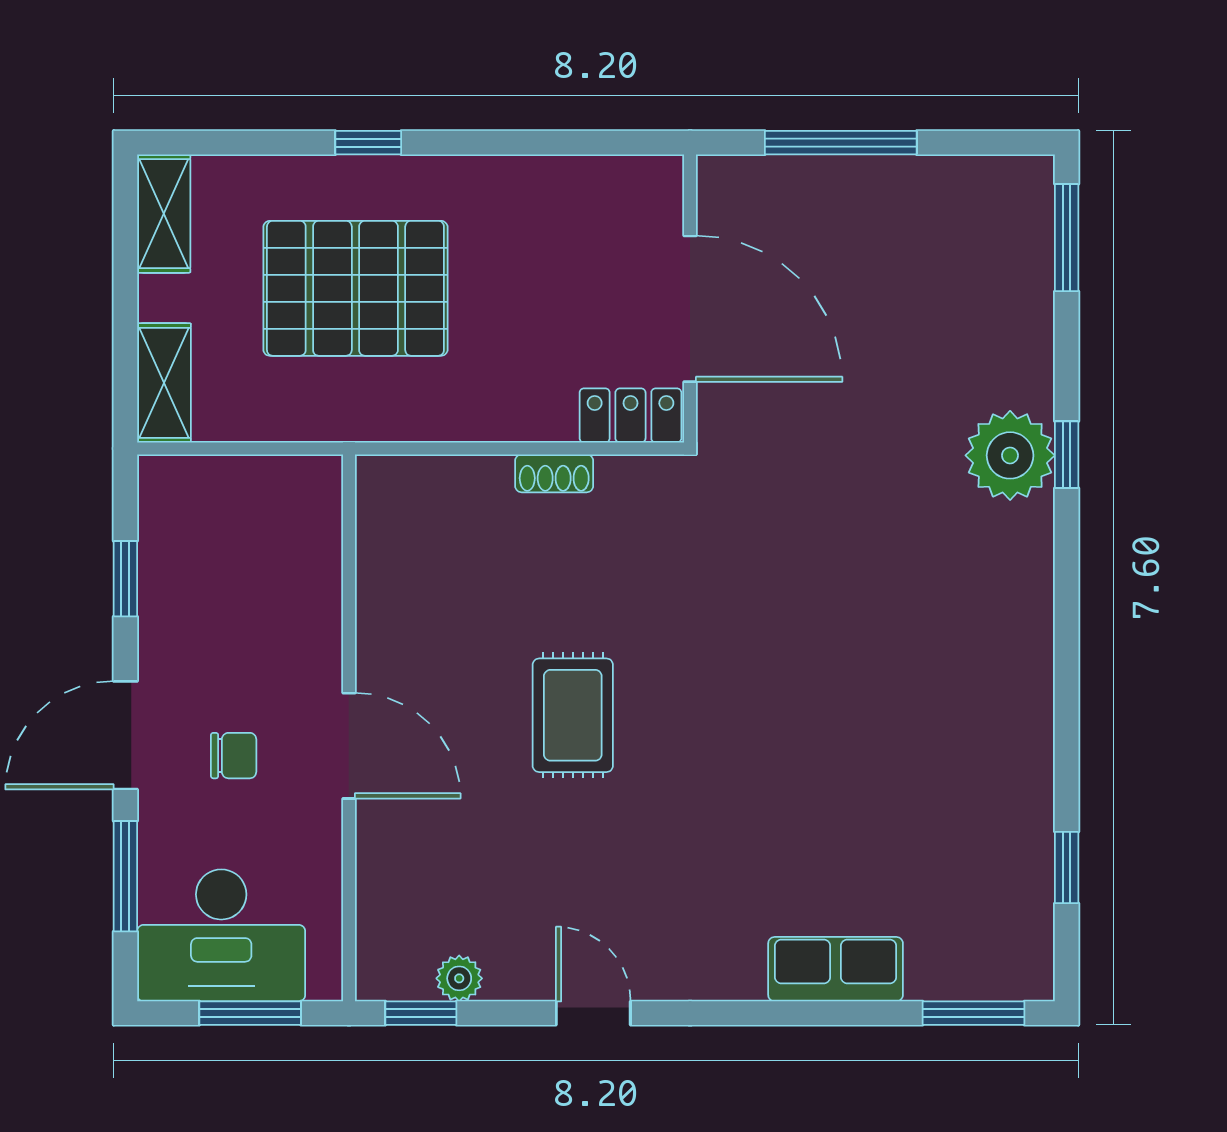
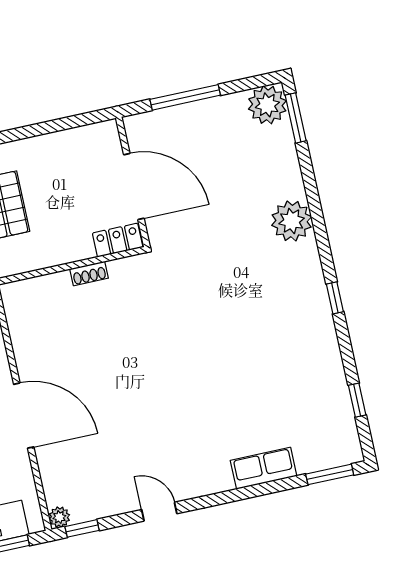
plant: (1012, 197) -> (267, 105), added
window: (1067, 455) -> (335, 298), moved
rug: (573, 715) -> (121, 380), removed
door: (349, 746) -> (24, 416), width x1.36
plant: (459, 978) -> (59, 517), moved

